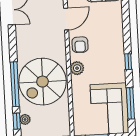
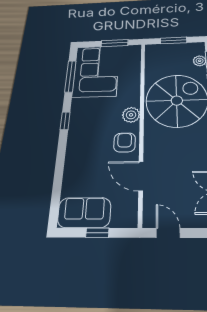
door: (66, 19) -> (141, 176), hinge flipped

